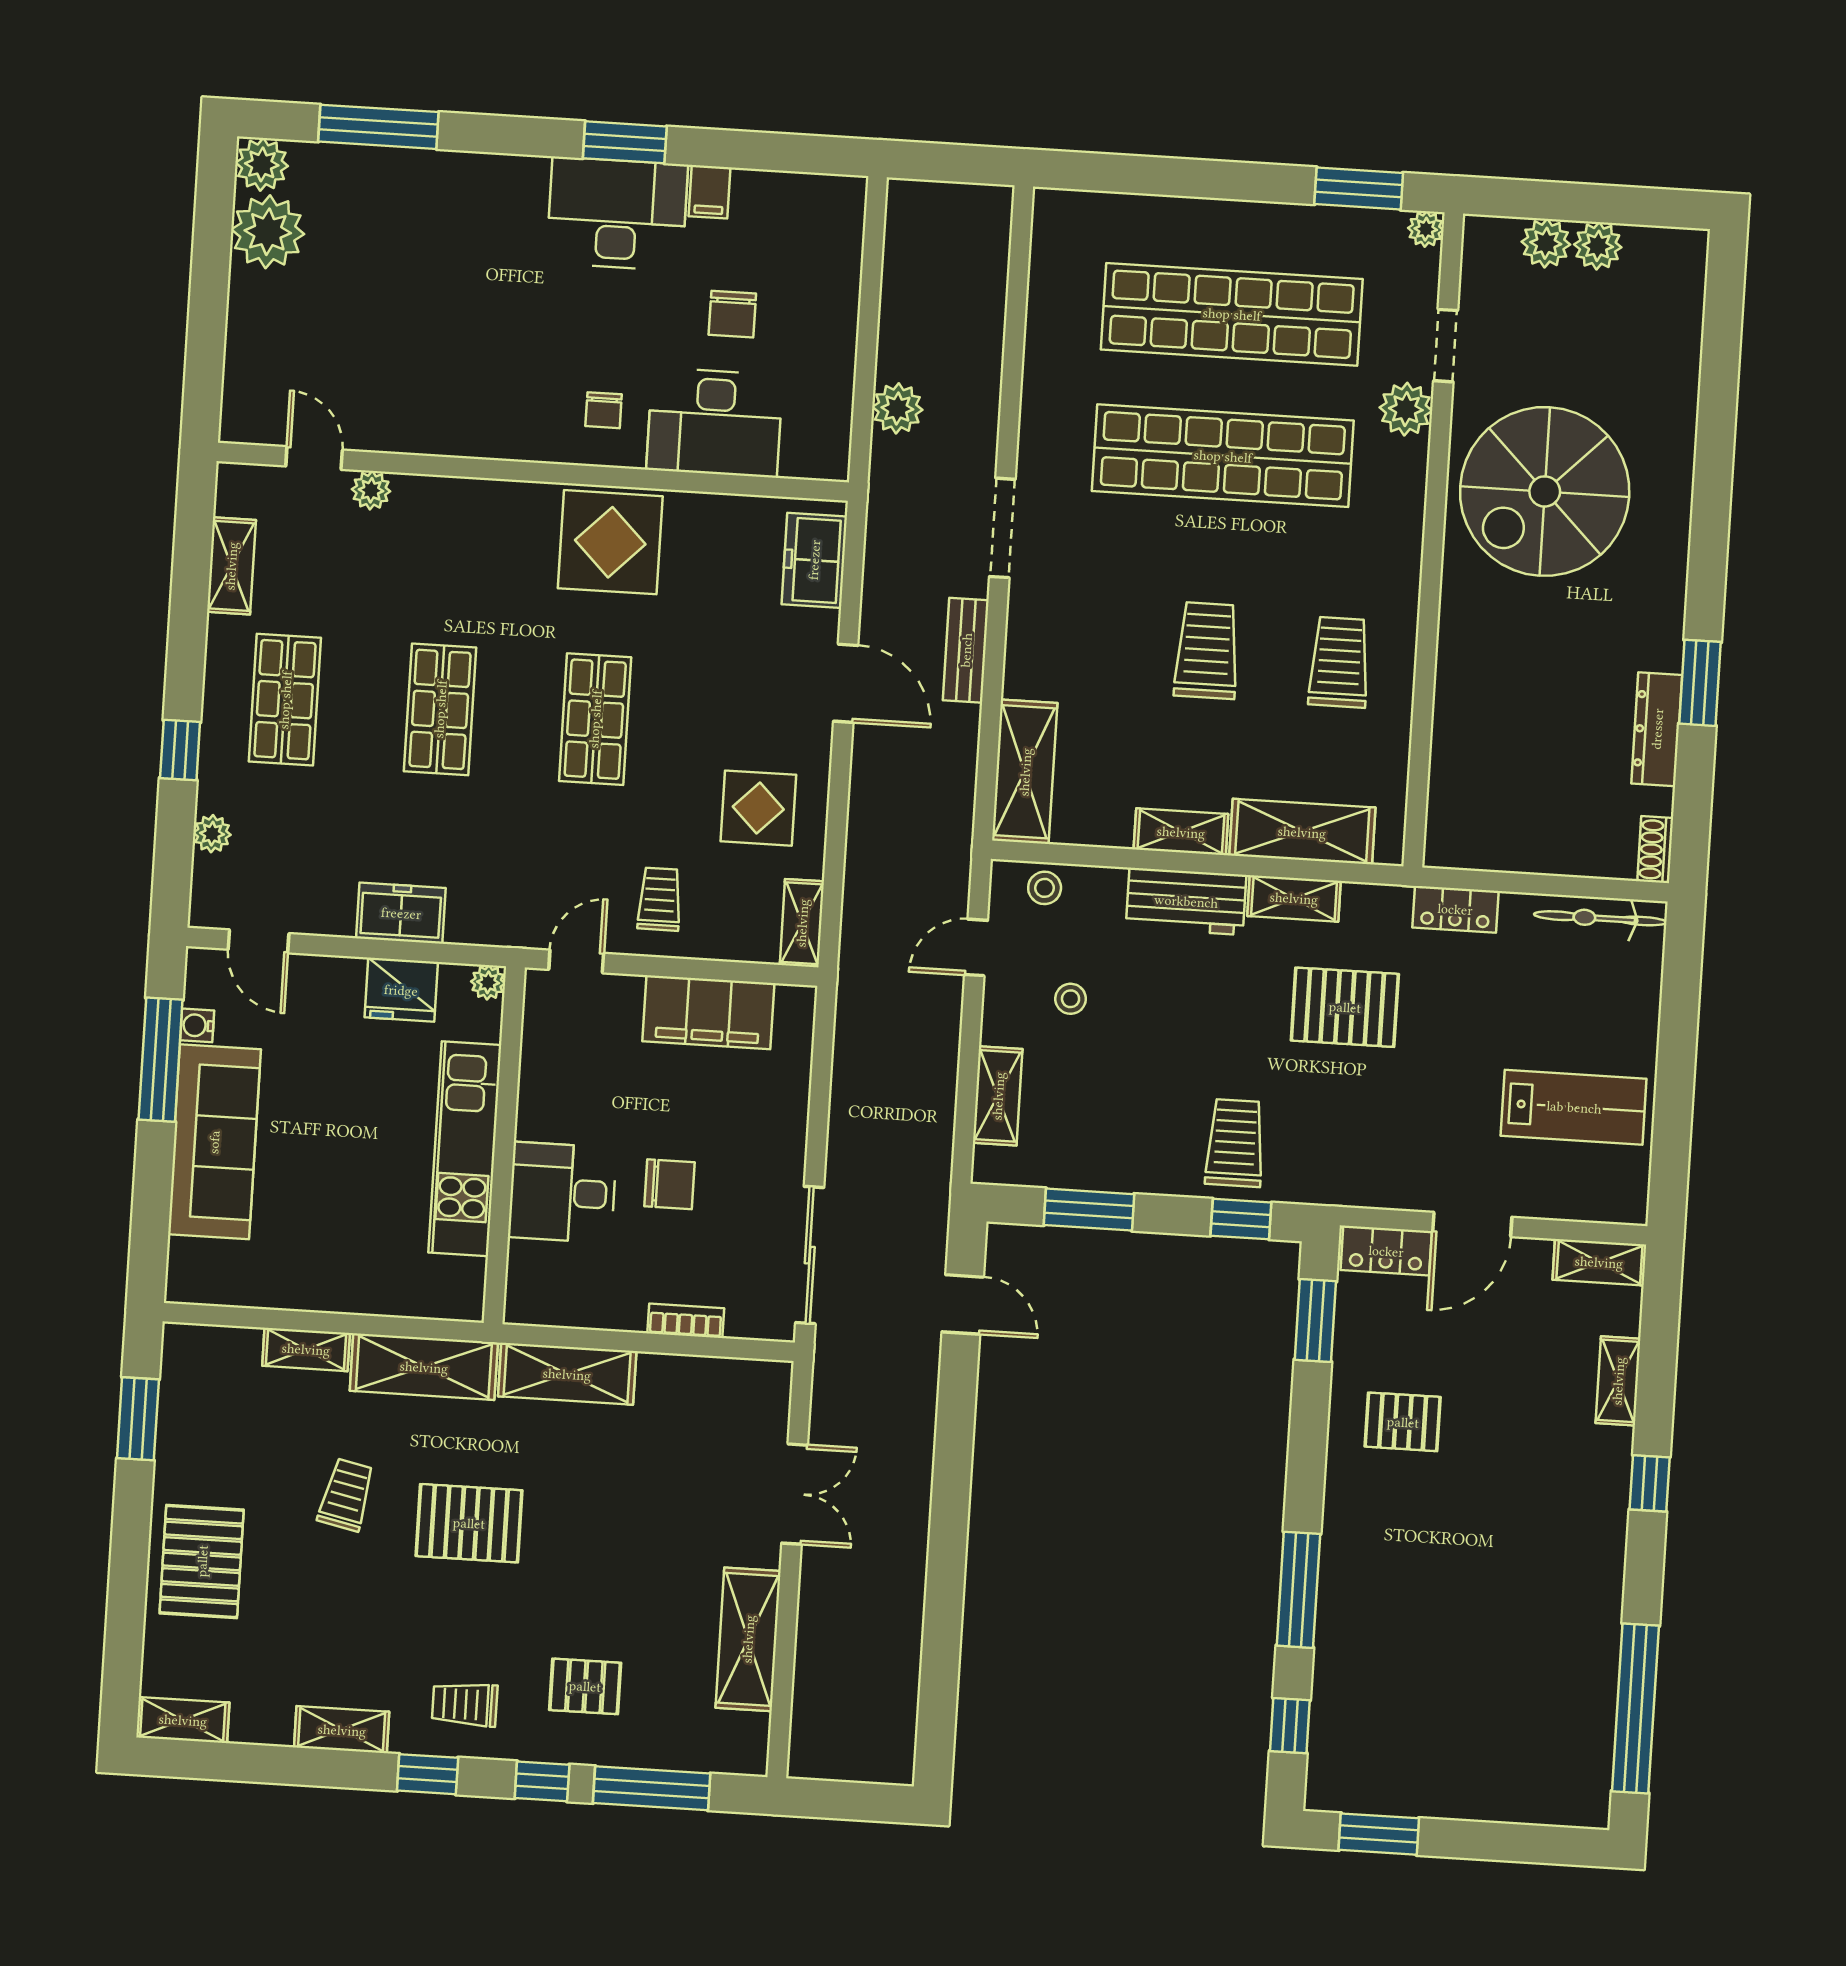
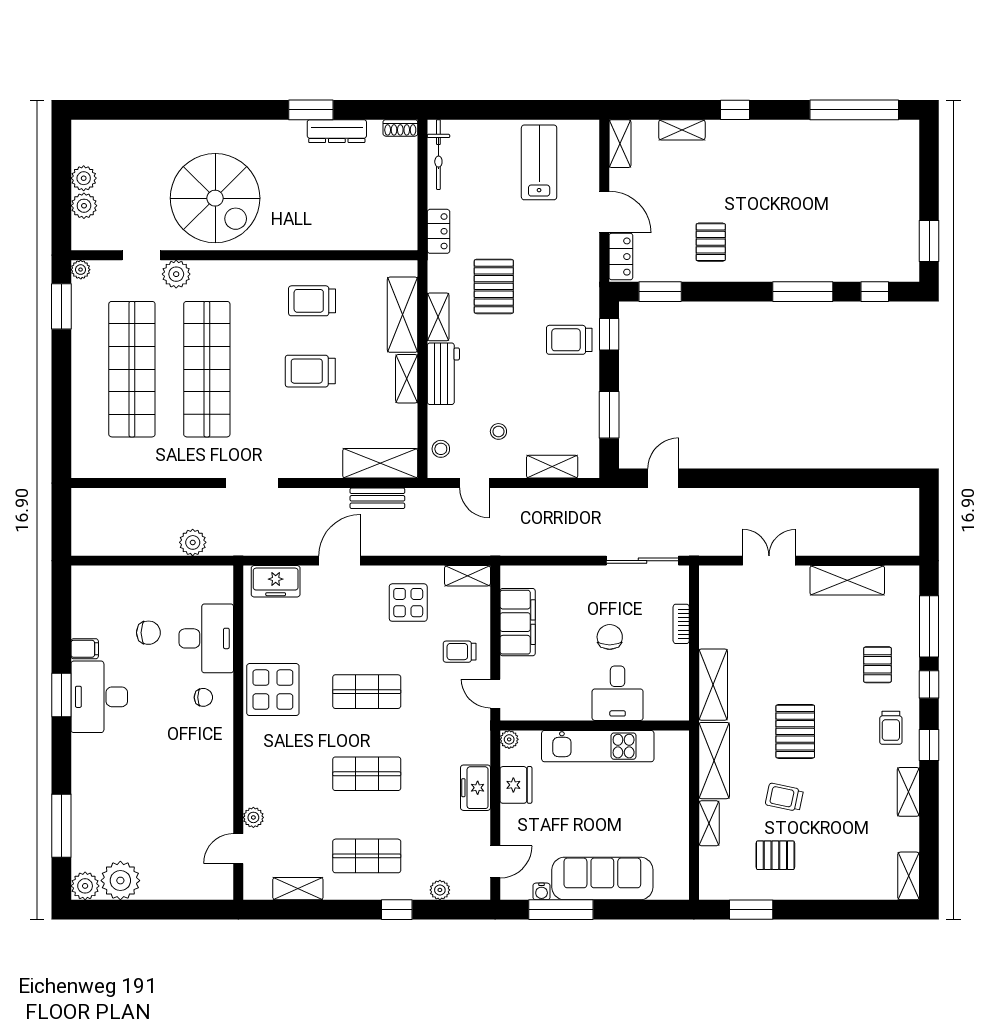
bench: (966, 650) -> (377, 498), moved
pallet: (202, 1561) -> (775, 855), moved, width x0.67, depth x0.71

